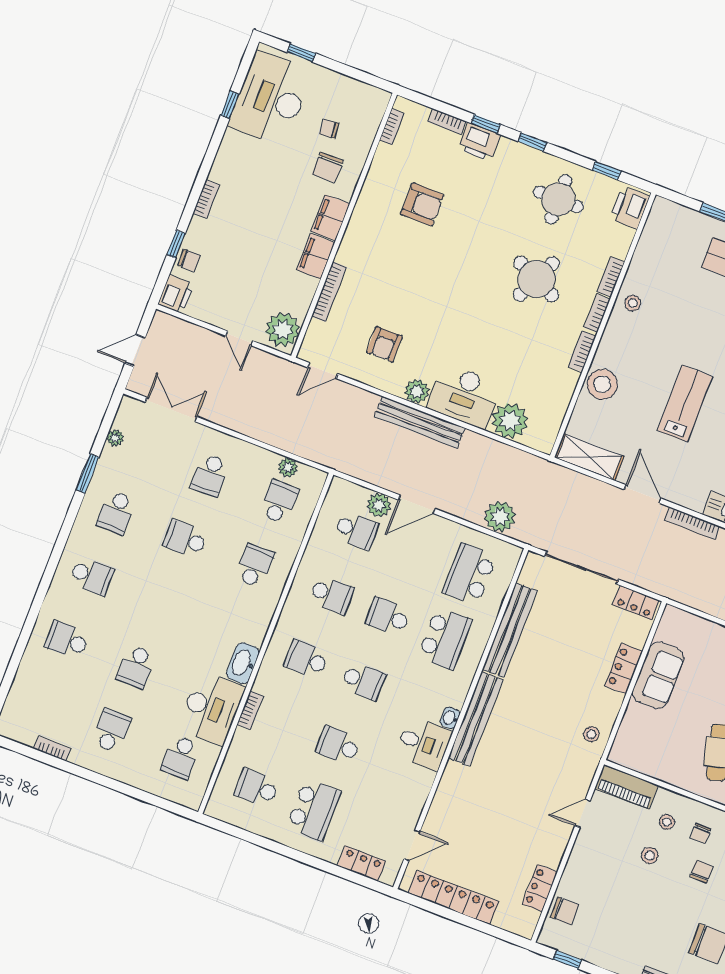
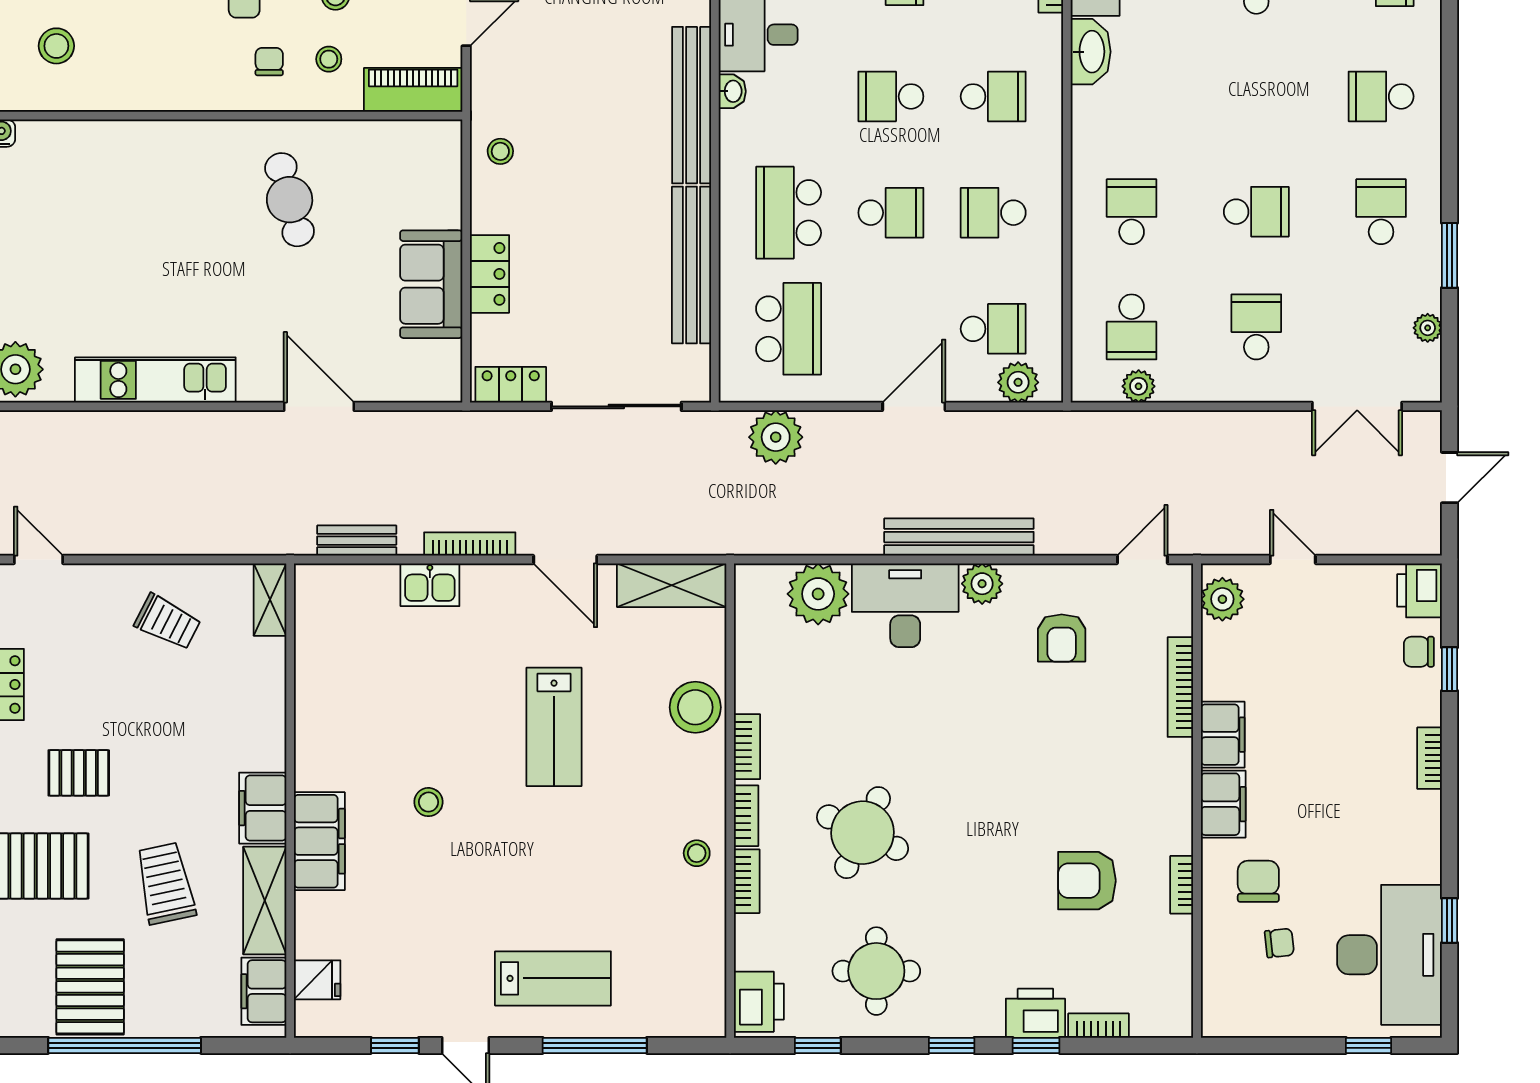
bookcase: (392, 127) -> (1182, 885), moved
plant: (283, 330) -> (1222, 599), width x0.73, depth x0.73
armchair: (384, 344) -> (1062, 638), turned 180
plant: (379, 505) -> (1018, 382), moved
school desk: (356, 530) -> (993, 329), turned 180
school desk: (254, 566) -> (1132, 212), turned 180

